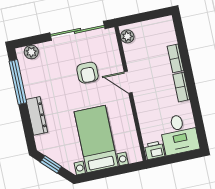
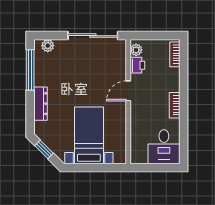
bookcase: (175, 58) -> (175, 54), moved
armchair: (88, 73) -> (94, 75), removed
door: (128, 82) -> (128, 91), hinge flipped
printer: (154, 150) -> (137, 65), moved, turned 90

